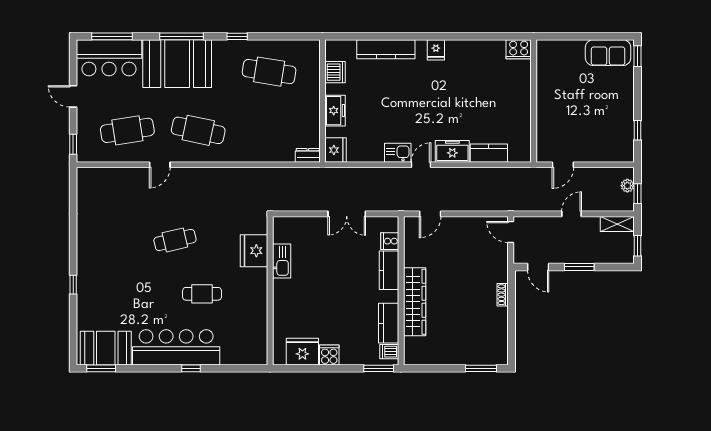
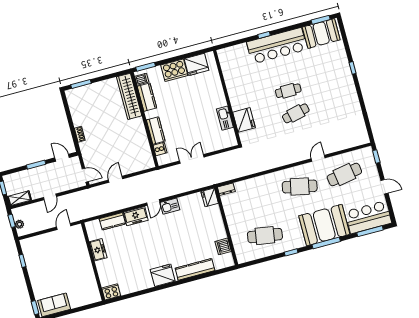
fridge: (436, 50) -> (163, 275), width x1.88, depth x1.34
freezer: (335, 111) -> (98, 250), moved, turned 180
door: (430, 214) -> (116, 179), moved
cafe table: (202, 294) -> (288, 91), moved
wardrobe: (415, 302) -> (129, 96), moved
cooker: (329, 355) -> (174, 70), width x1.87, depth x1.31

